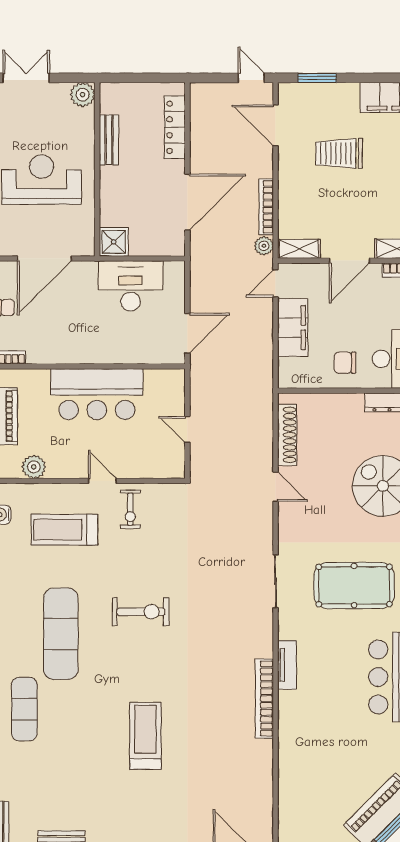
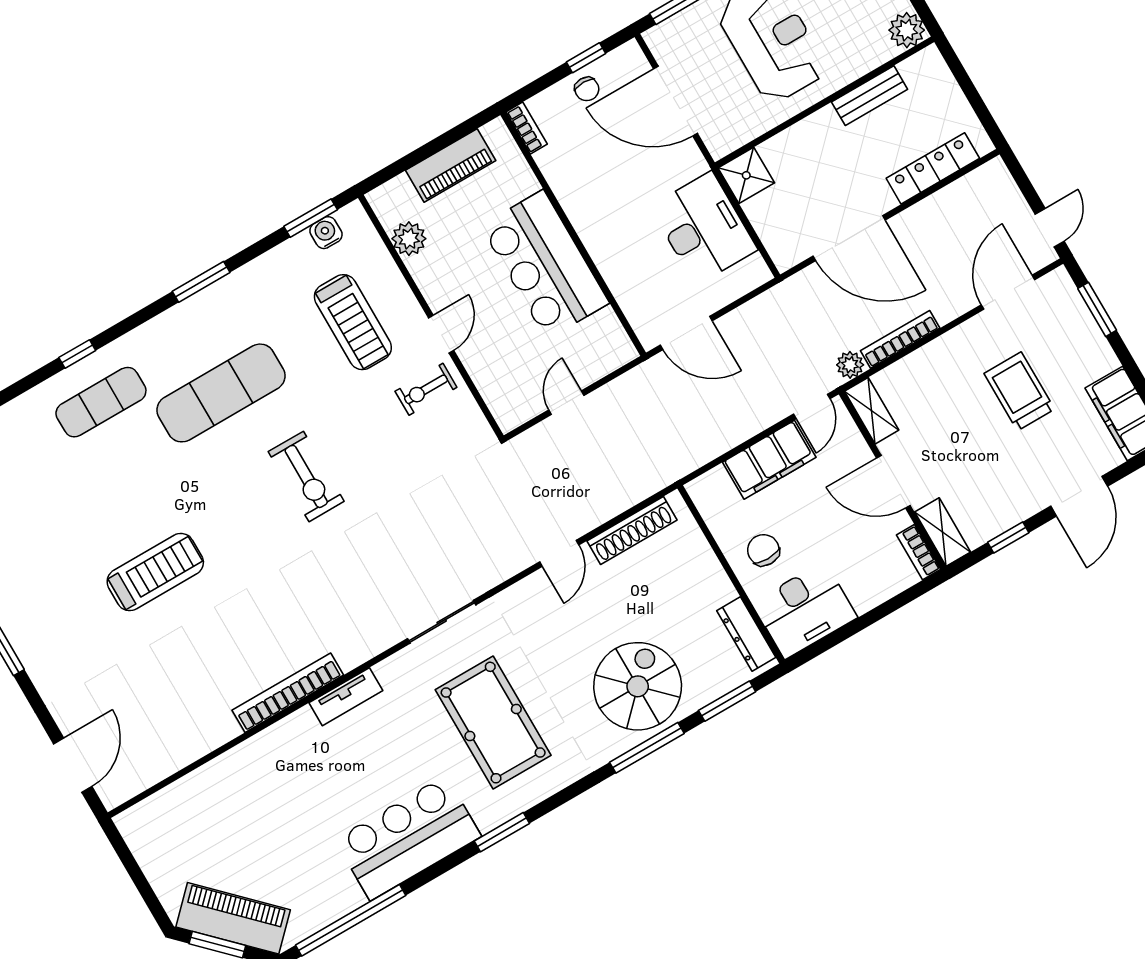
door: (276, 283) -> (812, 406), swing flipped
treadmill: (64, 530) -> (353, 322), turned 180

